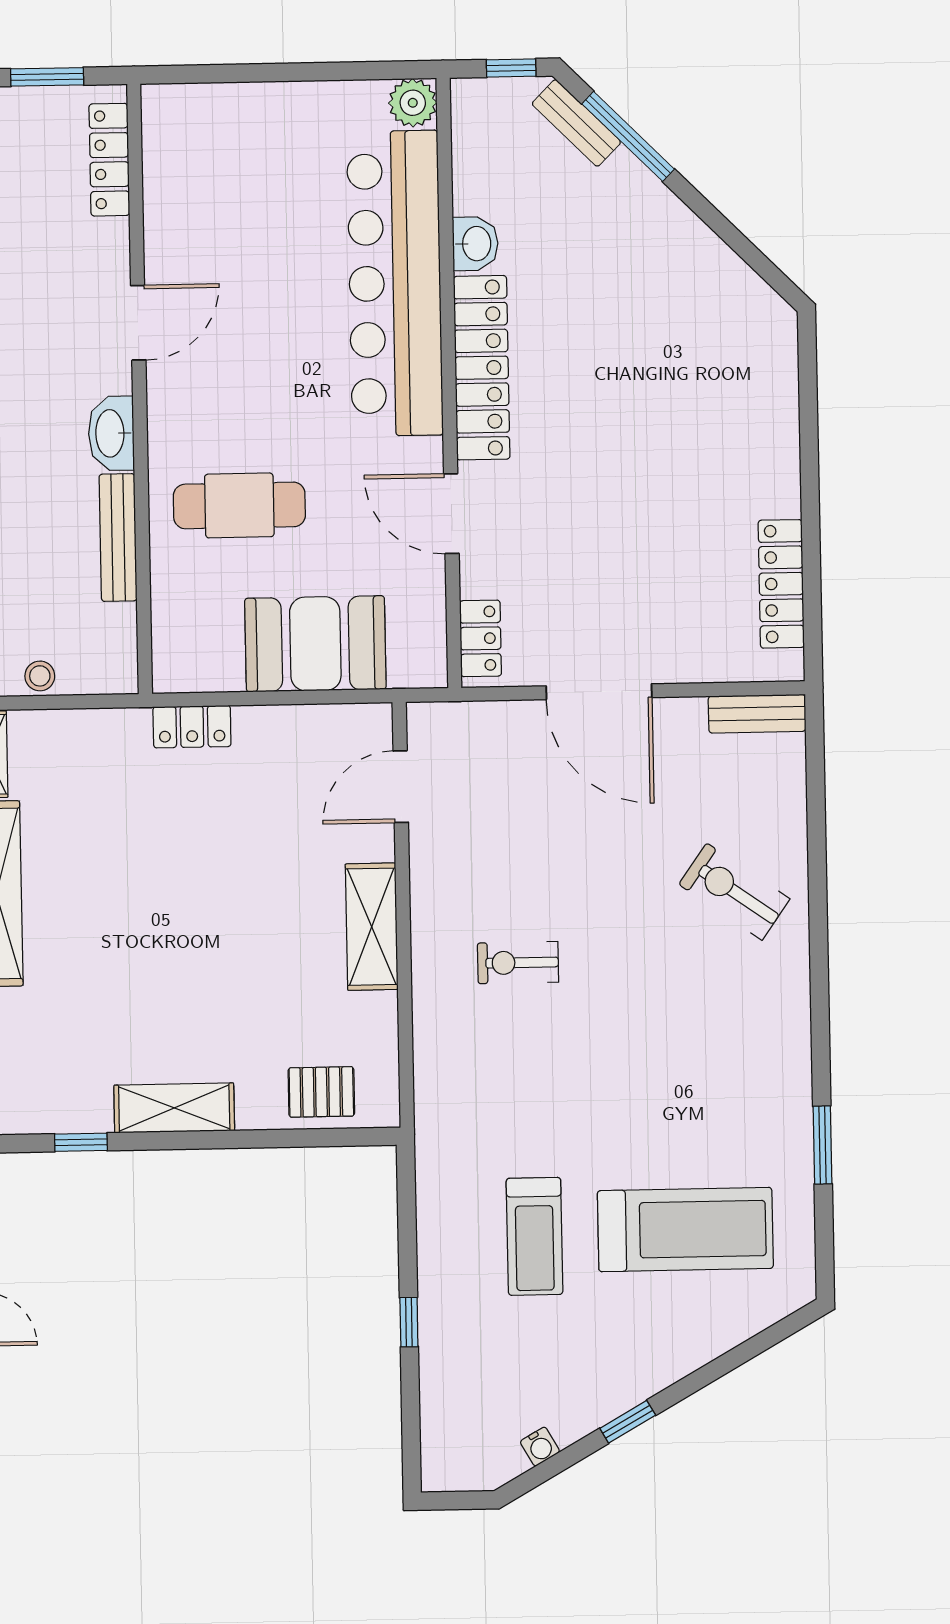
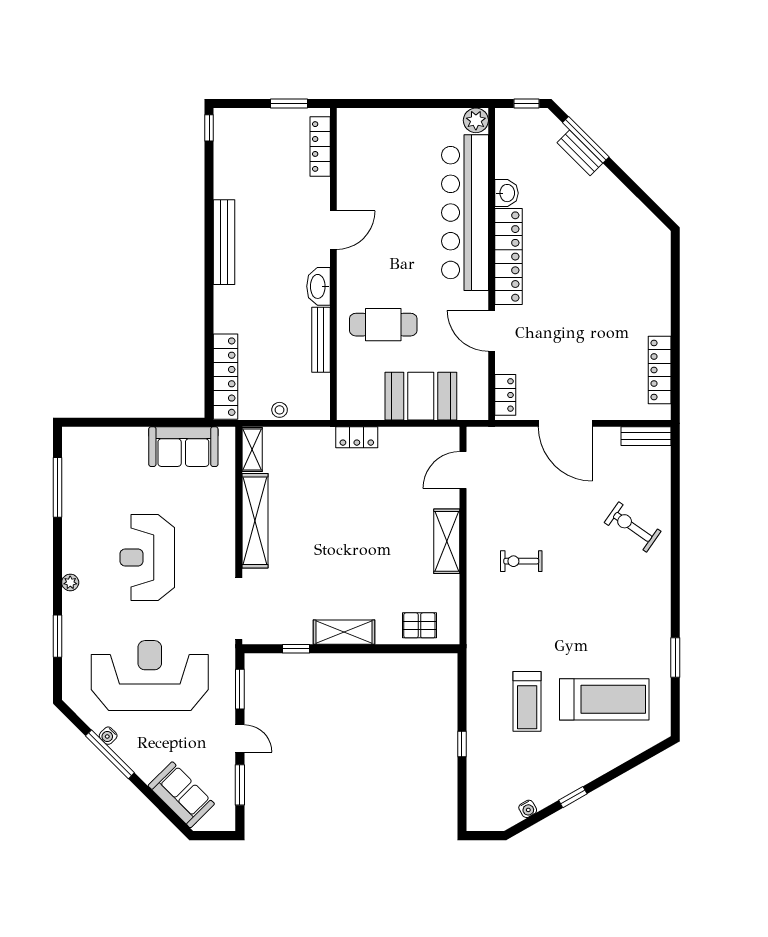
bench: (576, 123) -> (580, 153), moved

